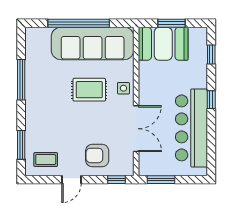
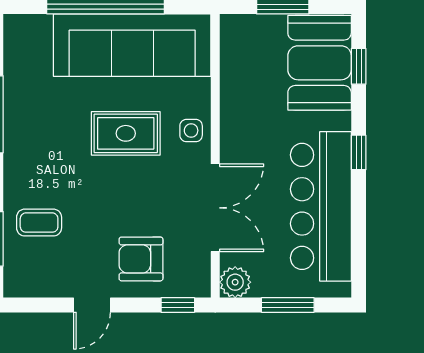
booth: (163, 44) -> (320, 63), moved, turned 90
coffee table: (46, 160) -> (39, 223), moved
plant: (147, 168) -> (235, 282), added
window: (161, 180) -> (288, 305), moved

